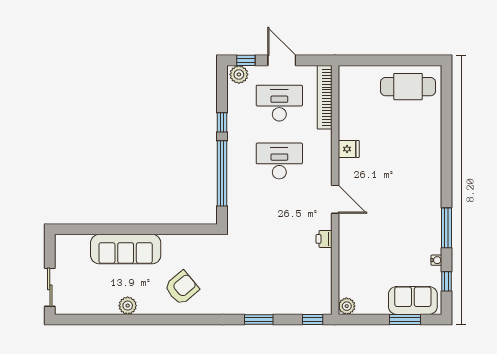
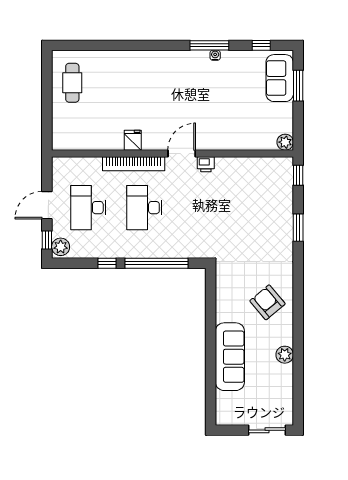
cafe table: (408, 87) -> (72, 83), width x0.73, depth x0.74
bookcase: (325, 97) -> (134, 164), moved
printer: (324, 239) -> (206, 164), moved
water cooler: (436, 260) -> (215, 55), moved

